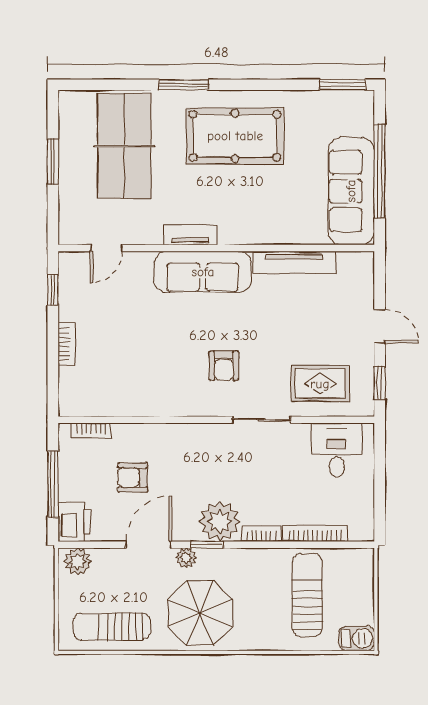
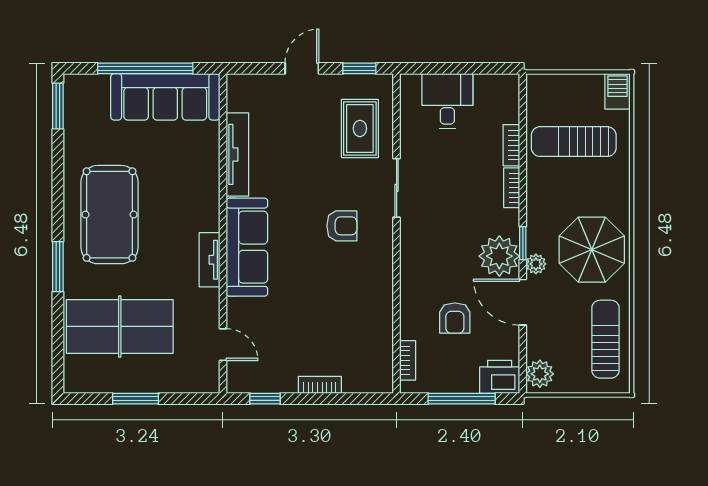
desk: (337, 450) -> (447, 101), moved, turned 90
plant: (220, 521) -> (499, 256), moved
bookcase: (315, 533) -> (511, 145), width x0.64
sun lounger: (112, 626) -> (605, 339), turned 180

